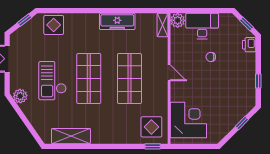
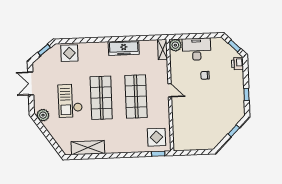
corner desk: (188, 120) -> (188, 130), removed

